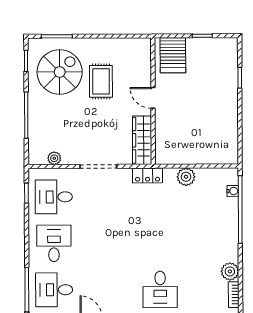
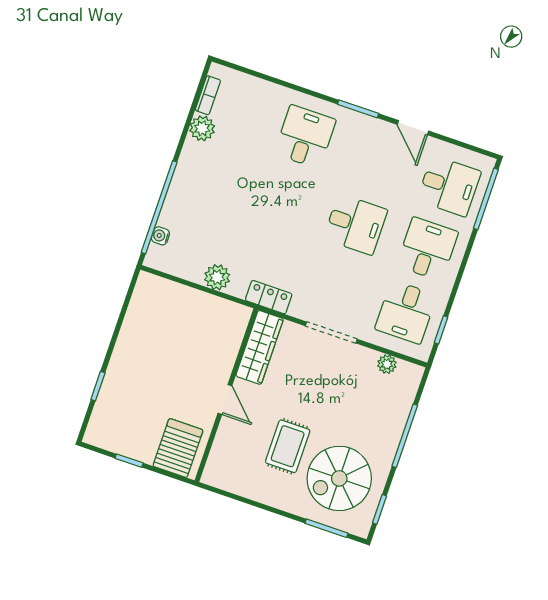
desk: (54, 197) -> (406, 312), turned 90
desk: (54, 243) -> (427, 249), turned 180
desk: (107, 243) -> (355, 224), added

